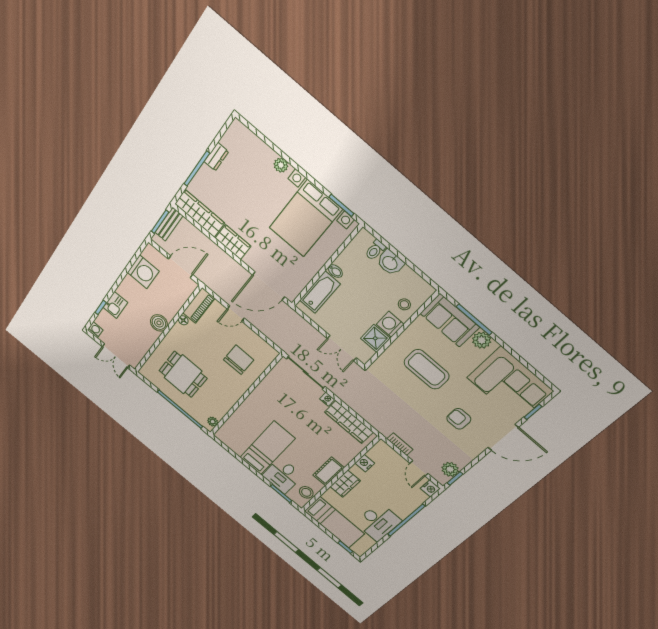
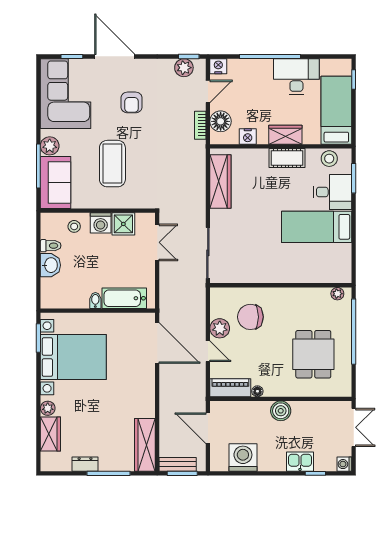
wardrobe: (233, 242) -> (50, 434), moved, turned 180
toilet: (375, 250) -> (51, 246), moved
plant: (246, 335) -> (220, 328), added
nightstand: (327, 399) -> (216, 216), removed
floor lamp: (391, 457) -> (221, 121), added

